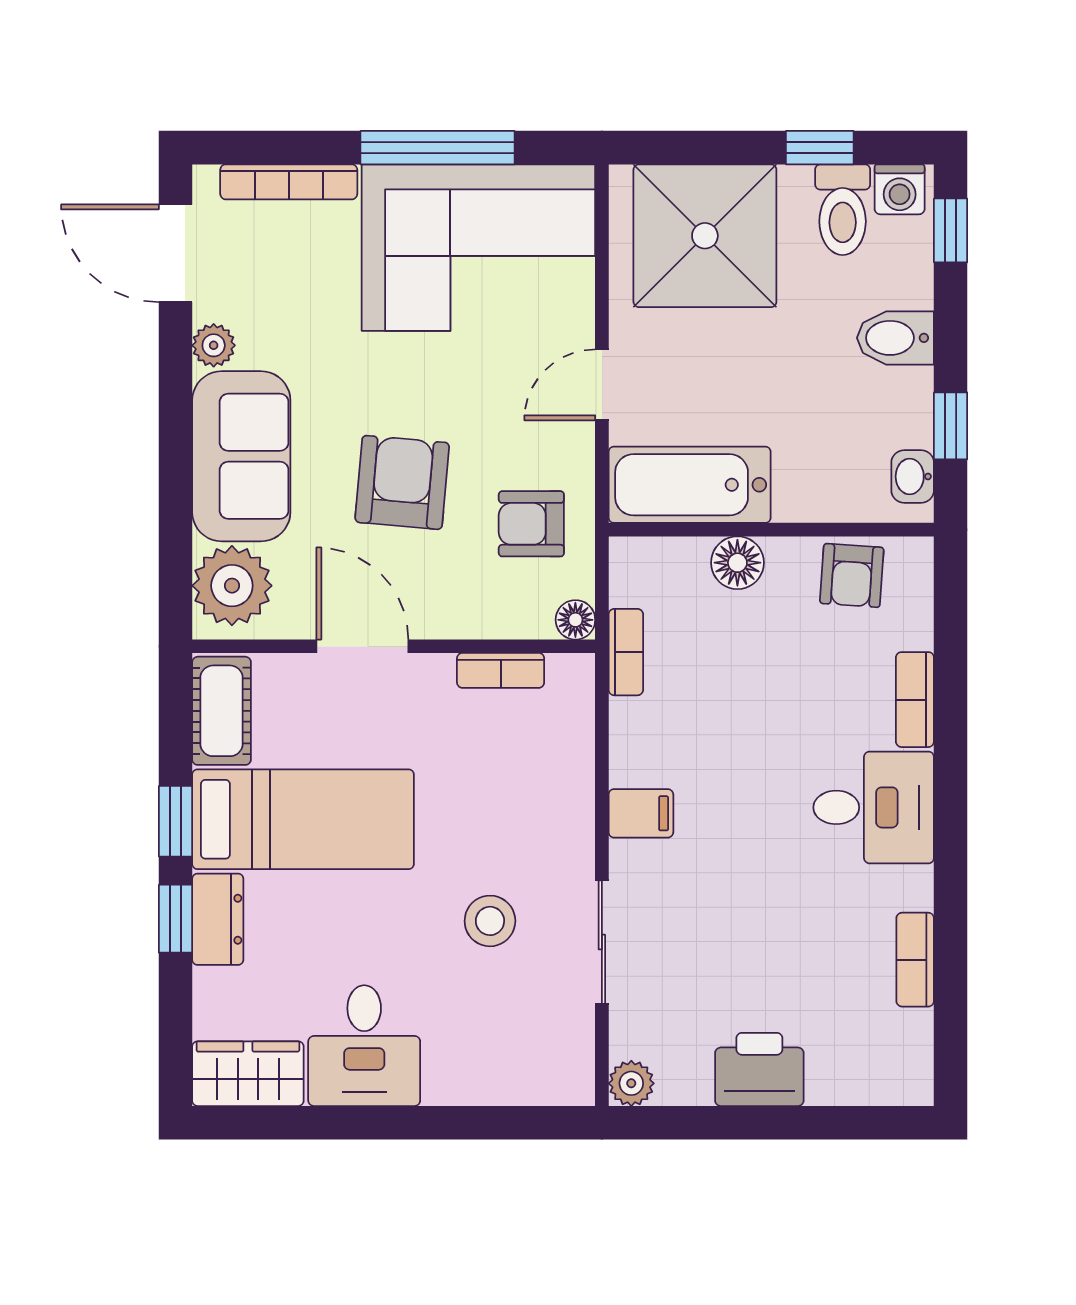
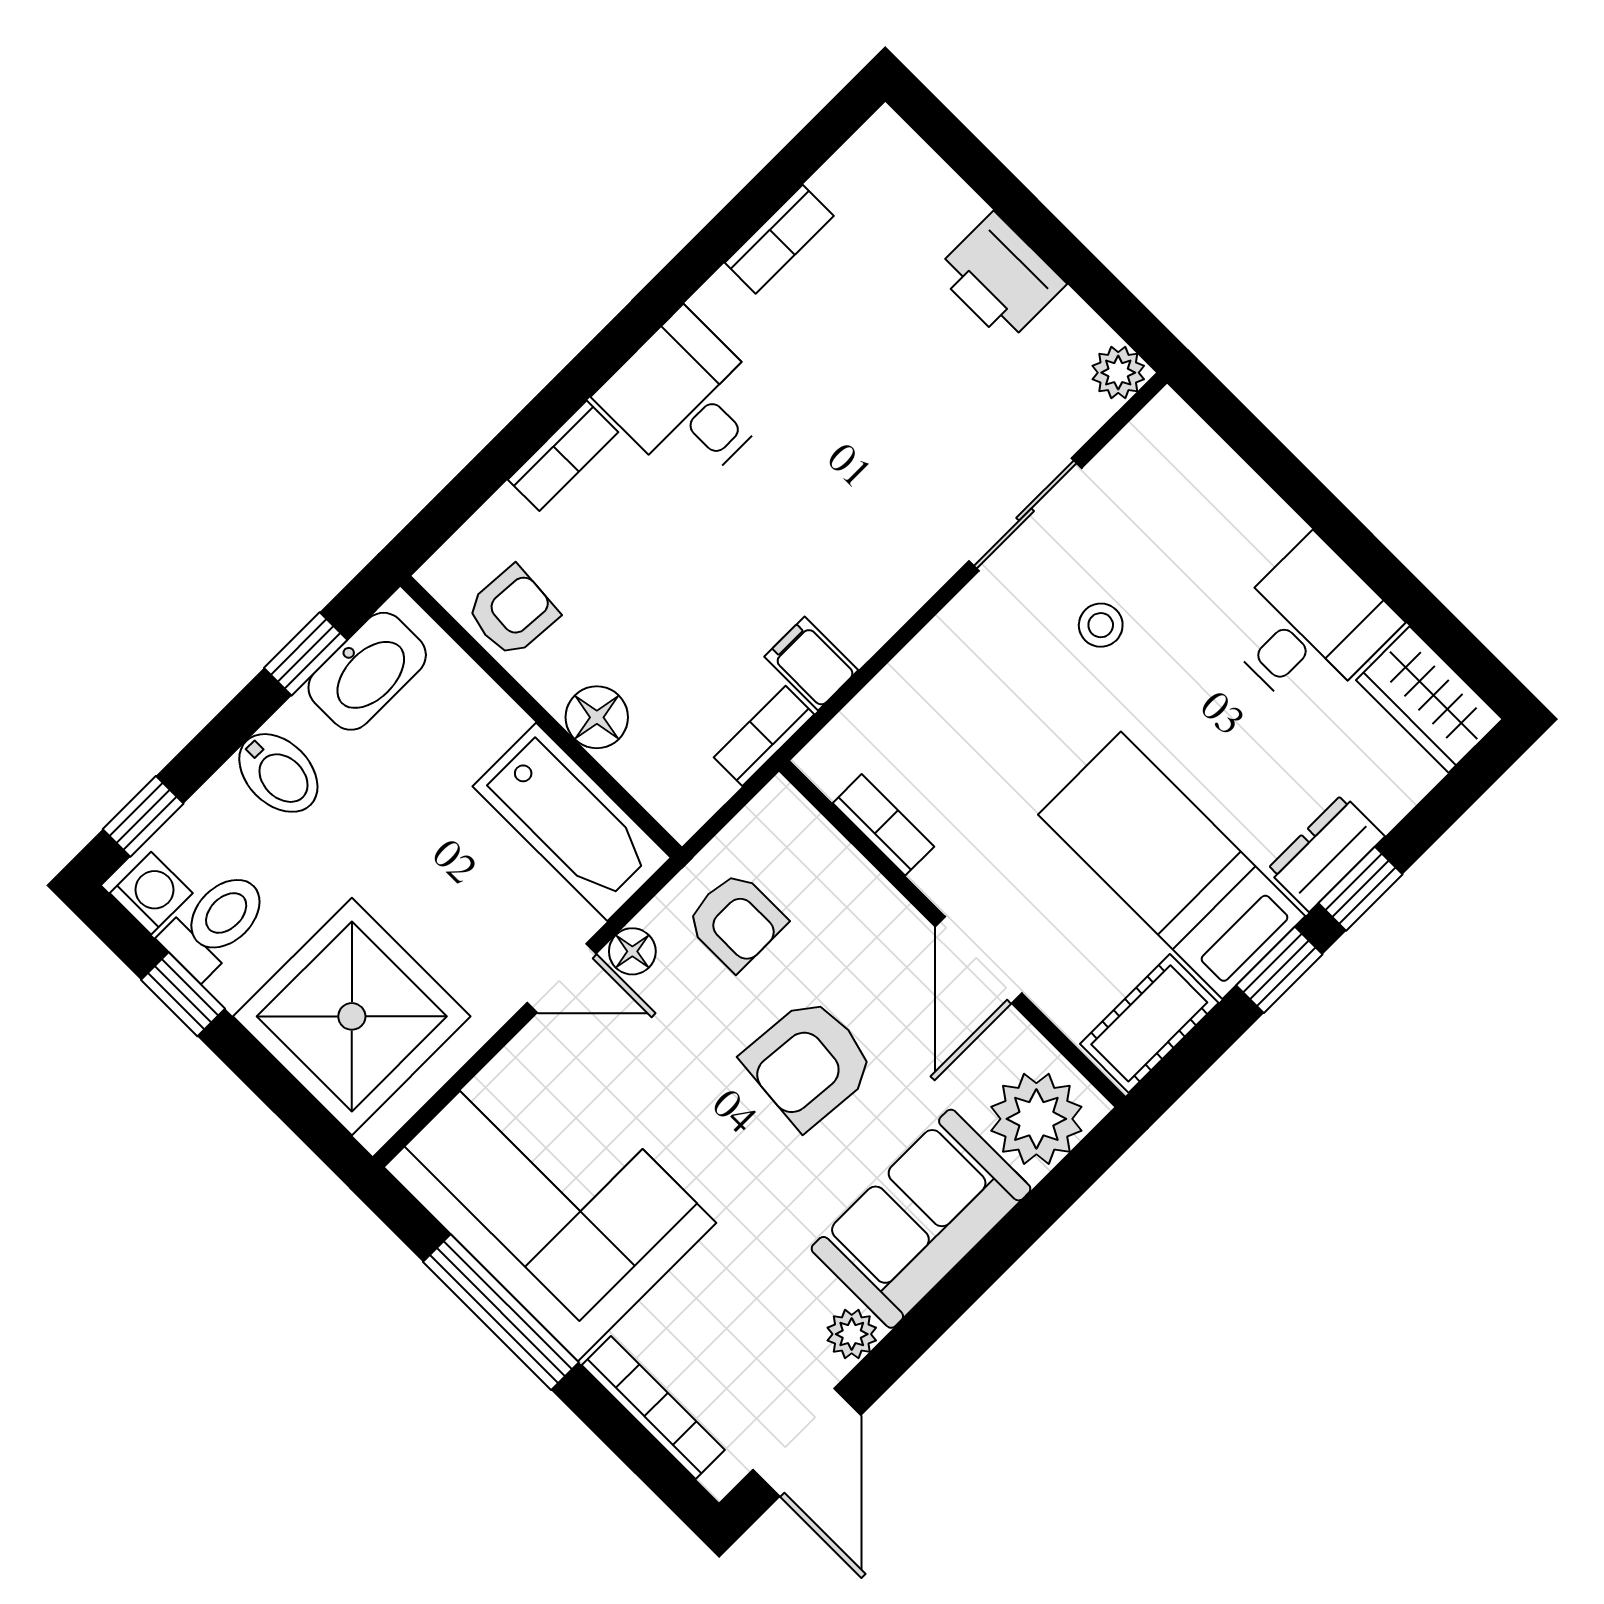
washbasin: (913, 476) -> (367, 671), width x1.91, depth x1.45
floor lamp: (575, 620) -> (632, 951), moved
filing cabinet: (641, 813) -> (811, 663), moved
stool: (490, 921) -> (1101, 625), width x0.73, depth x0.73

